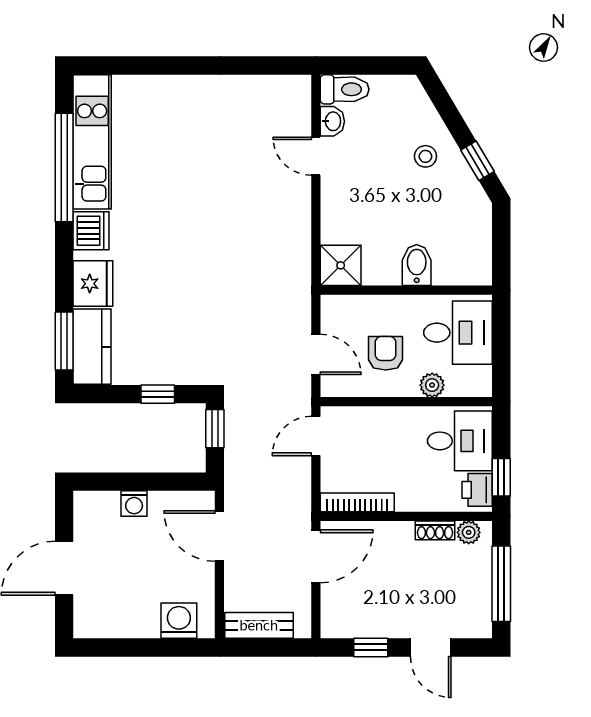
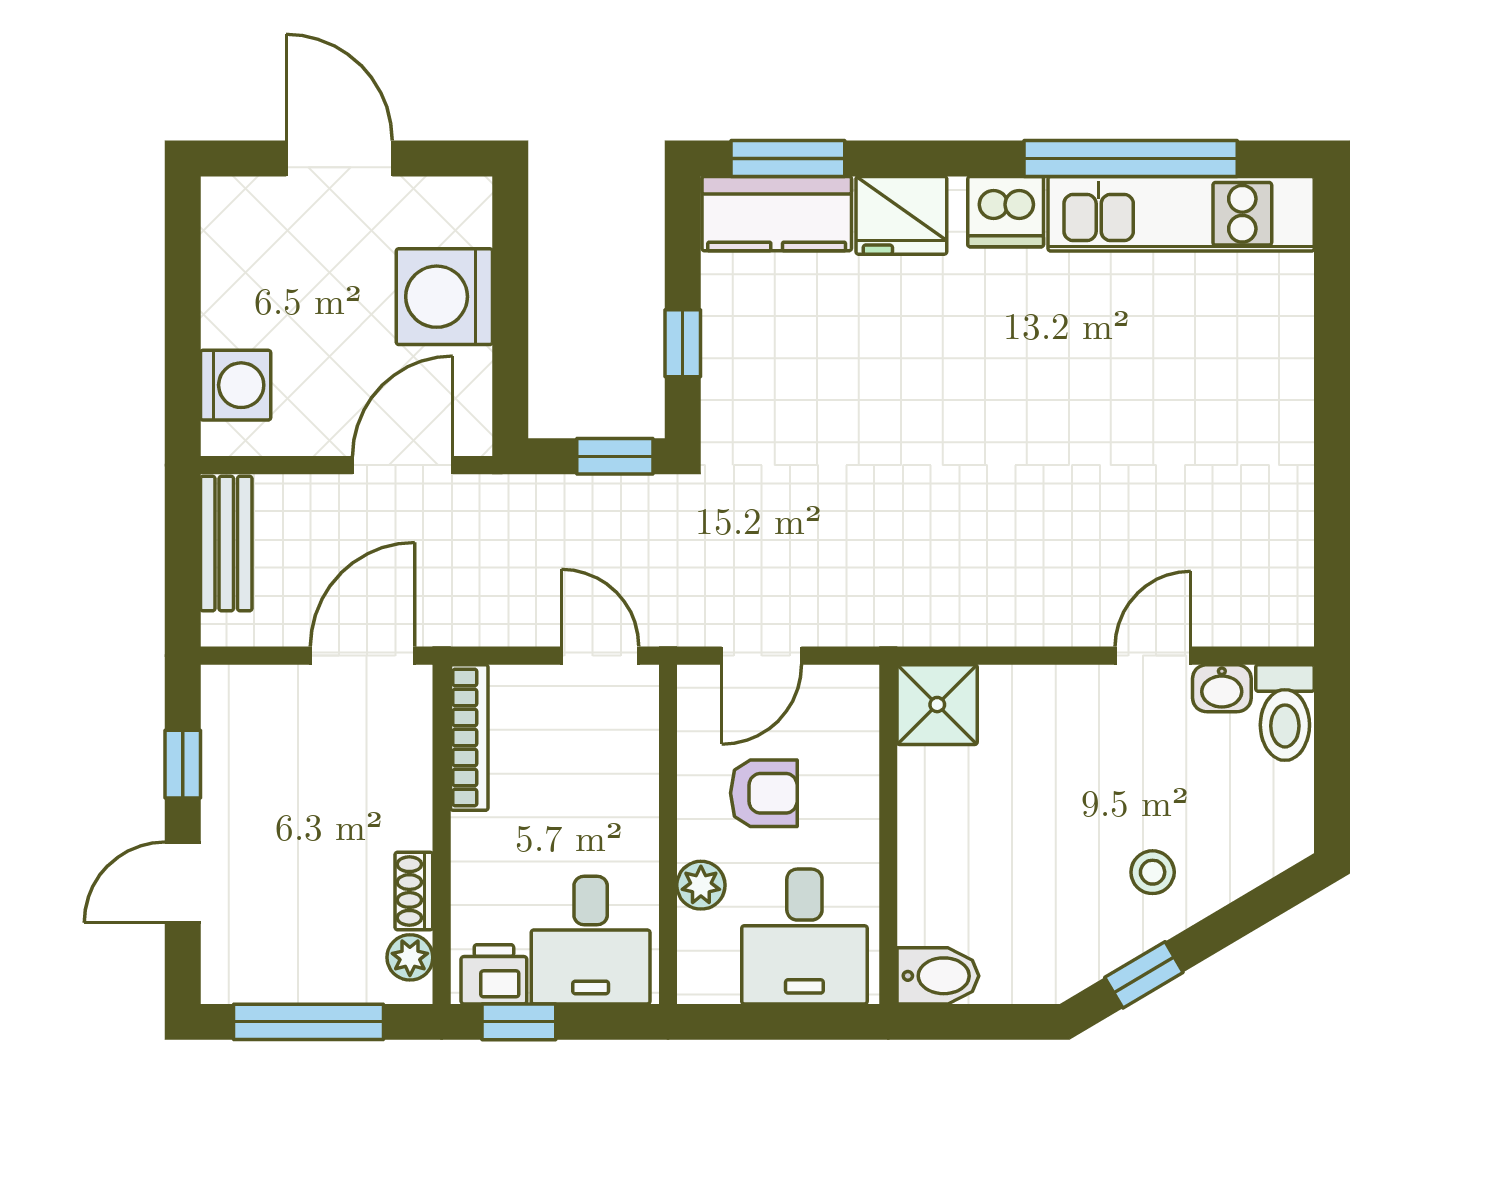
bidet: (417, 265) -> (938, 976), moved
washing machine: (134, 504) -> (444, 297), width x1.89, depth x1.89
door: (316, 556) -> (363, 656), swing flipped

